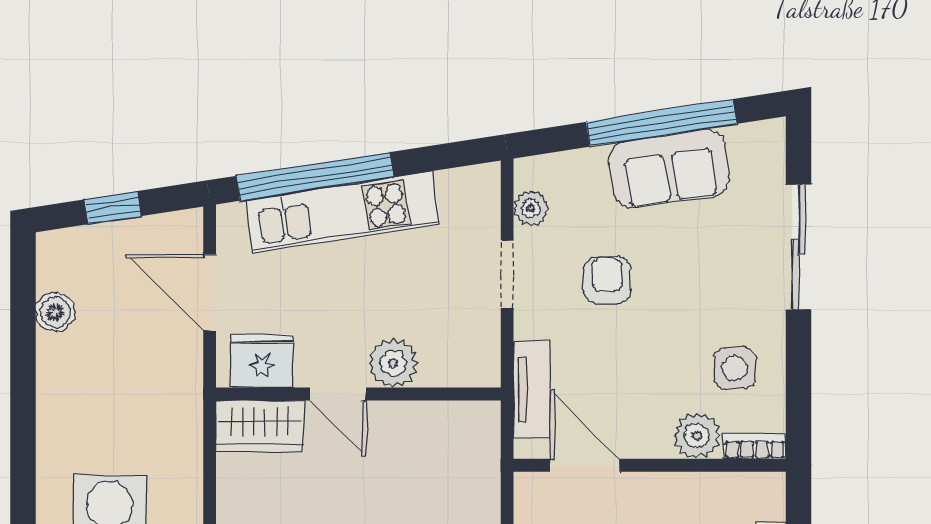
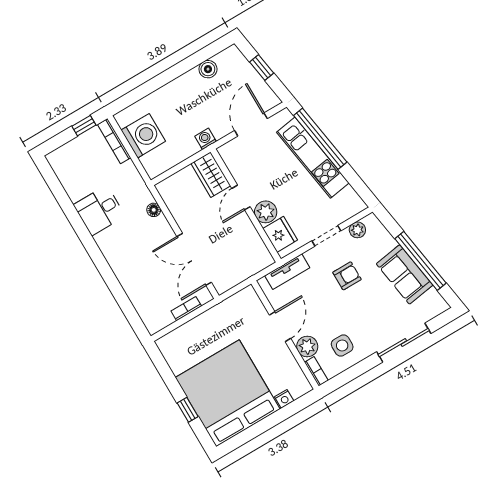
fridge: (262, 361) -> (280, 234), moved
washing machine: (186, 396) -> (206, 139), added
door: (585, 465) -> (280, 327), moved

